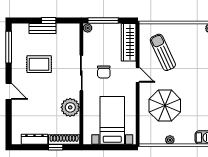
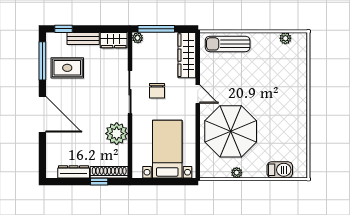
window: (49, 21) -> (64, 29), moved
wardrobe: (68, 30) -> (114, 40), added
sun lounger: (163, 52) -> (228, 44), moved, turned -65
rug: (39, 64) -> (67, 68), moved
door: (9, 91) -> (42, 114), width x1.87
parasol: (165, 106) -> (231, 131), width x1.36, depth x1.36

